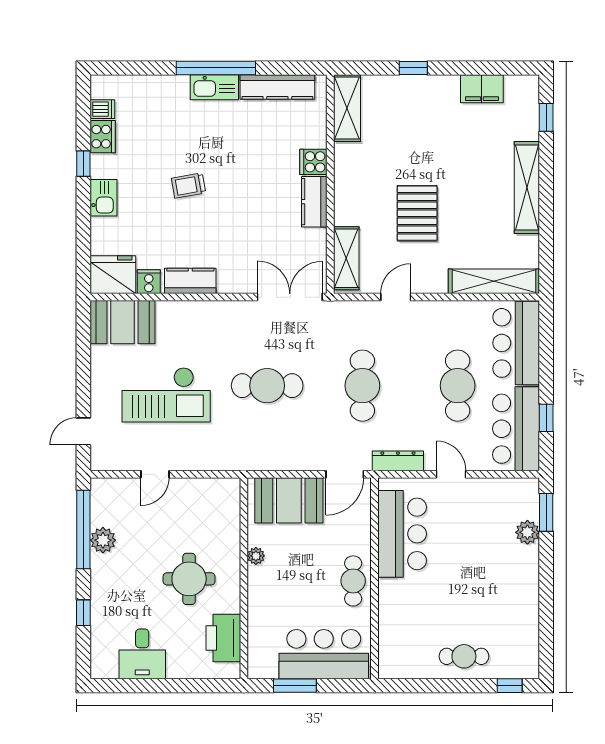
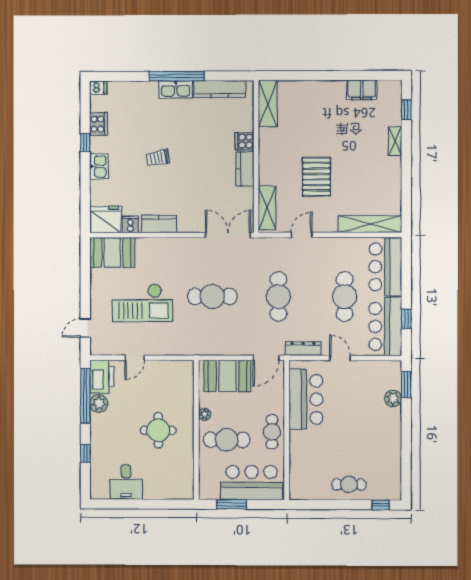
window: (413, 68) -> (314, 76), removed
dishwasher: (102, 109) -> (98, 88), moved
shelving: (527, 187) -> (395, 141), width x0.45, depth x0.75
cafe table: (288, 592) -> (227, 440), added
printer: (223, 638) -> (102, 377), moved, turned 180

